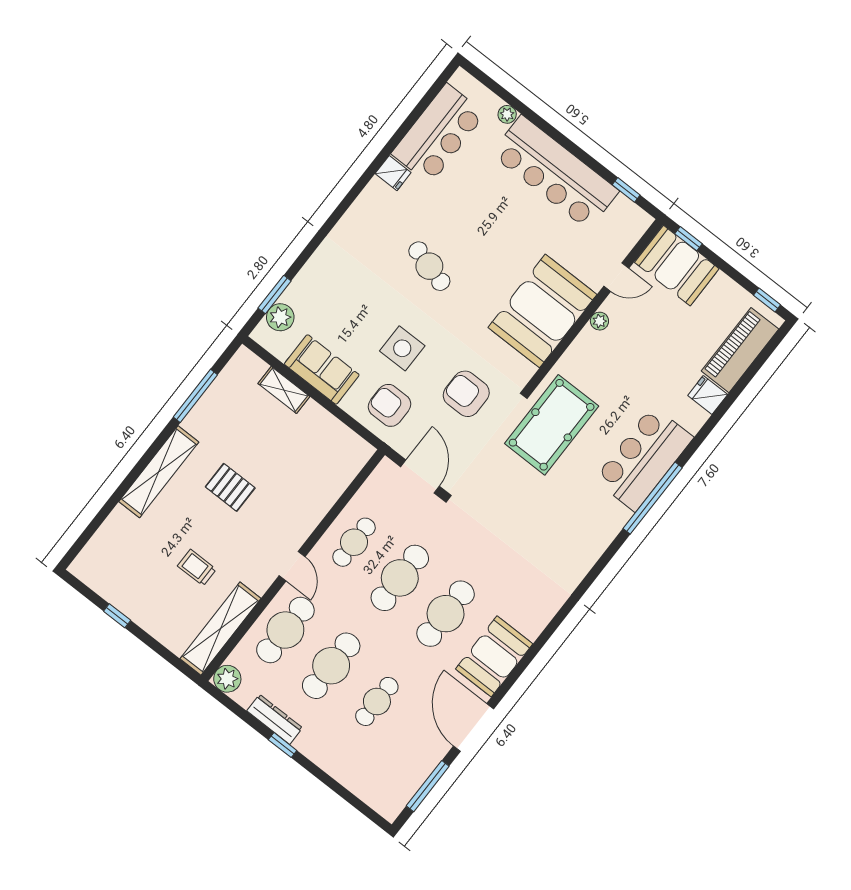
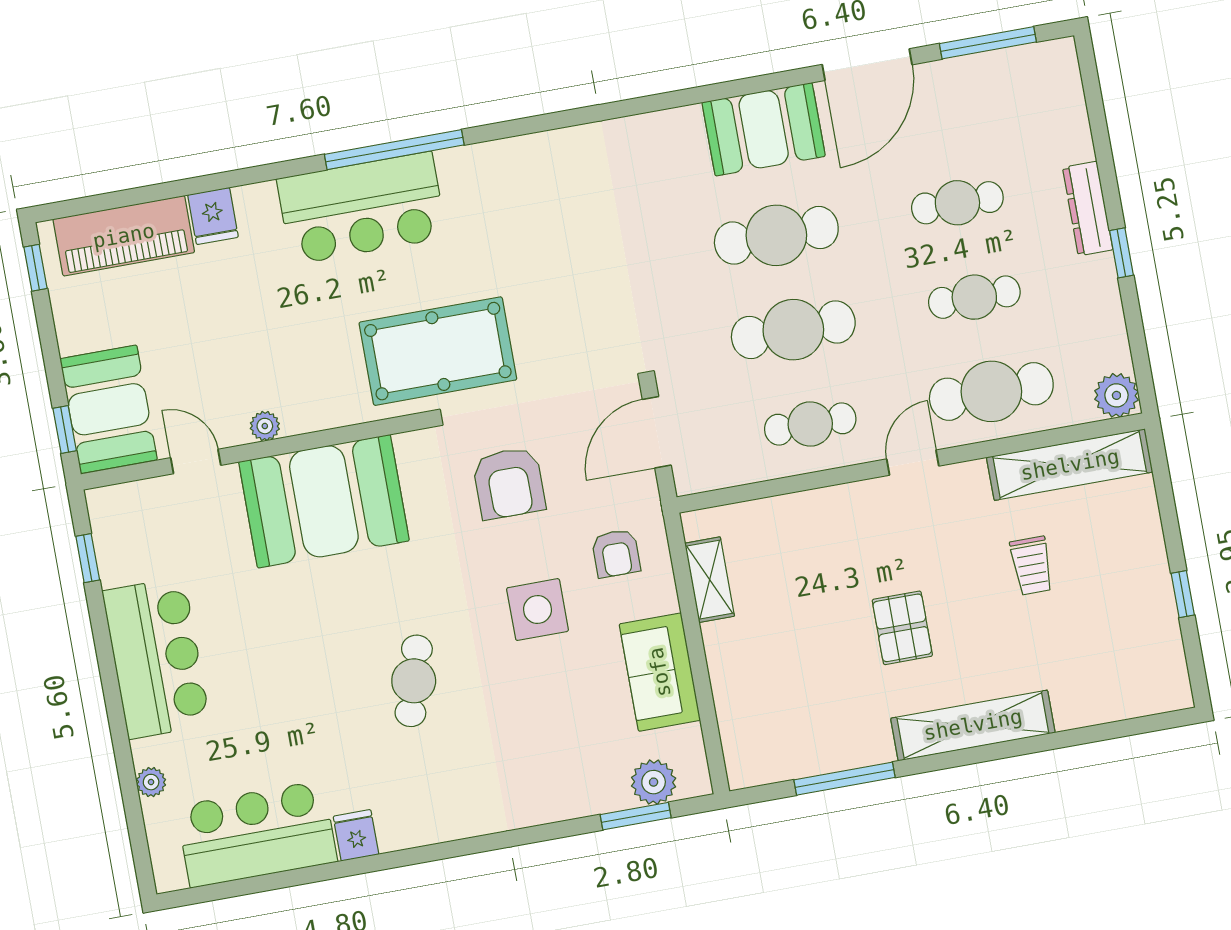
bar counter: (555, 173) -> (156, 658), width x0.73
shelving: (284, 390) -> (710, 580), moved
armchair: (390, 405) -> (616, 553), width x0.72, depth x0.72
cafe table: (331, 666) -> (974, 297), width x0.73, depth x0.74
dresser: (275, 719) -> (1088, 209), moved

